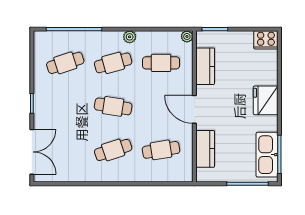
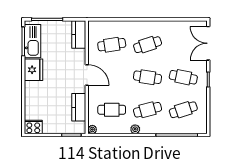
fridge: (266, 100) -> (33, 70), moved
cafe table: (65, 106) -> (183, 77), added
kitchen counter: (205, 149) -> (79, 34), moved

